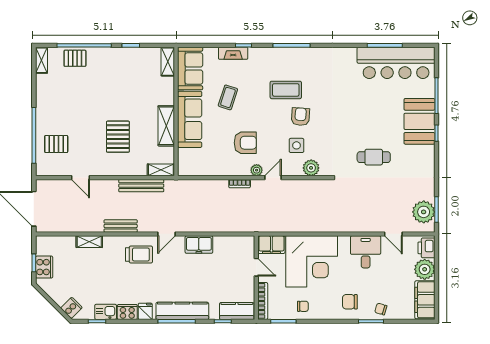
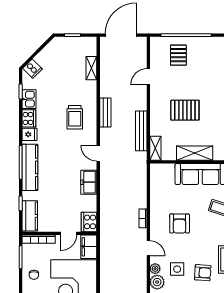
plant: (257, 170) -> (155, 269), moved
shelving: (89, 242) -> (91, 68), moved
trolley: (139, 254) -> (75, 117), moved
cooker: (44, 267) -> (89, 222), moved, turned 90

